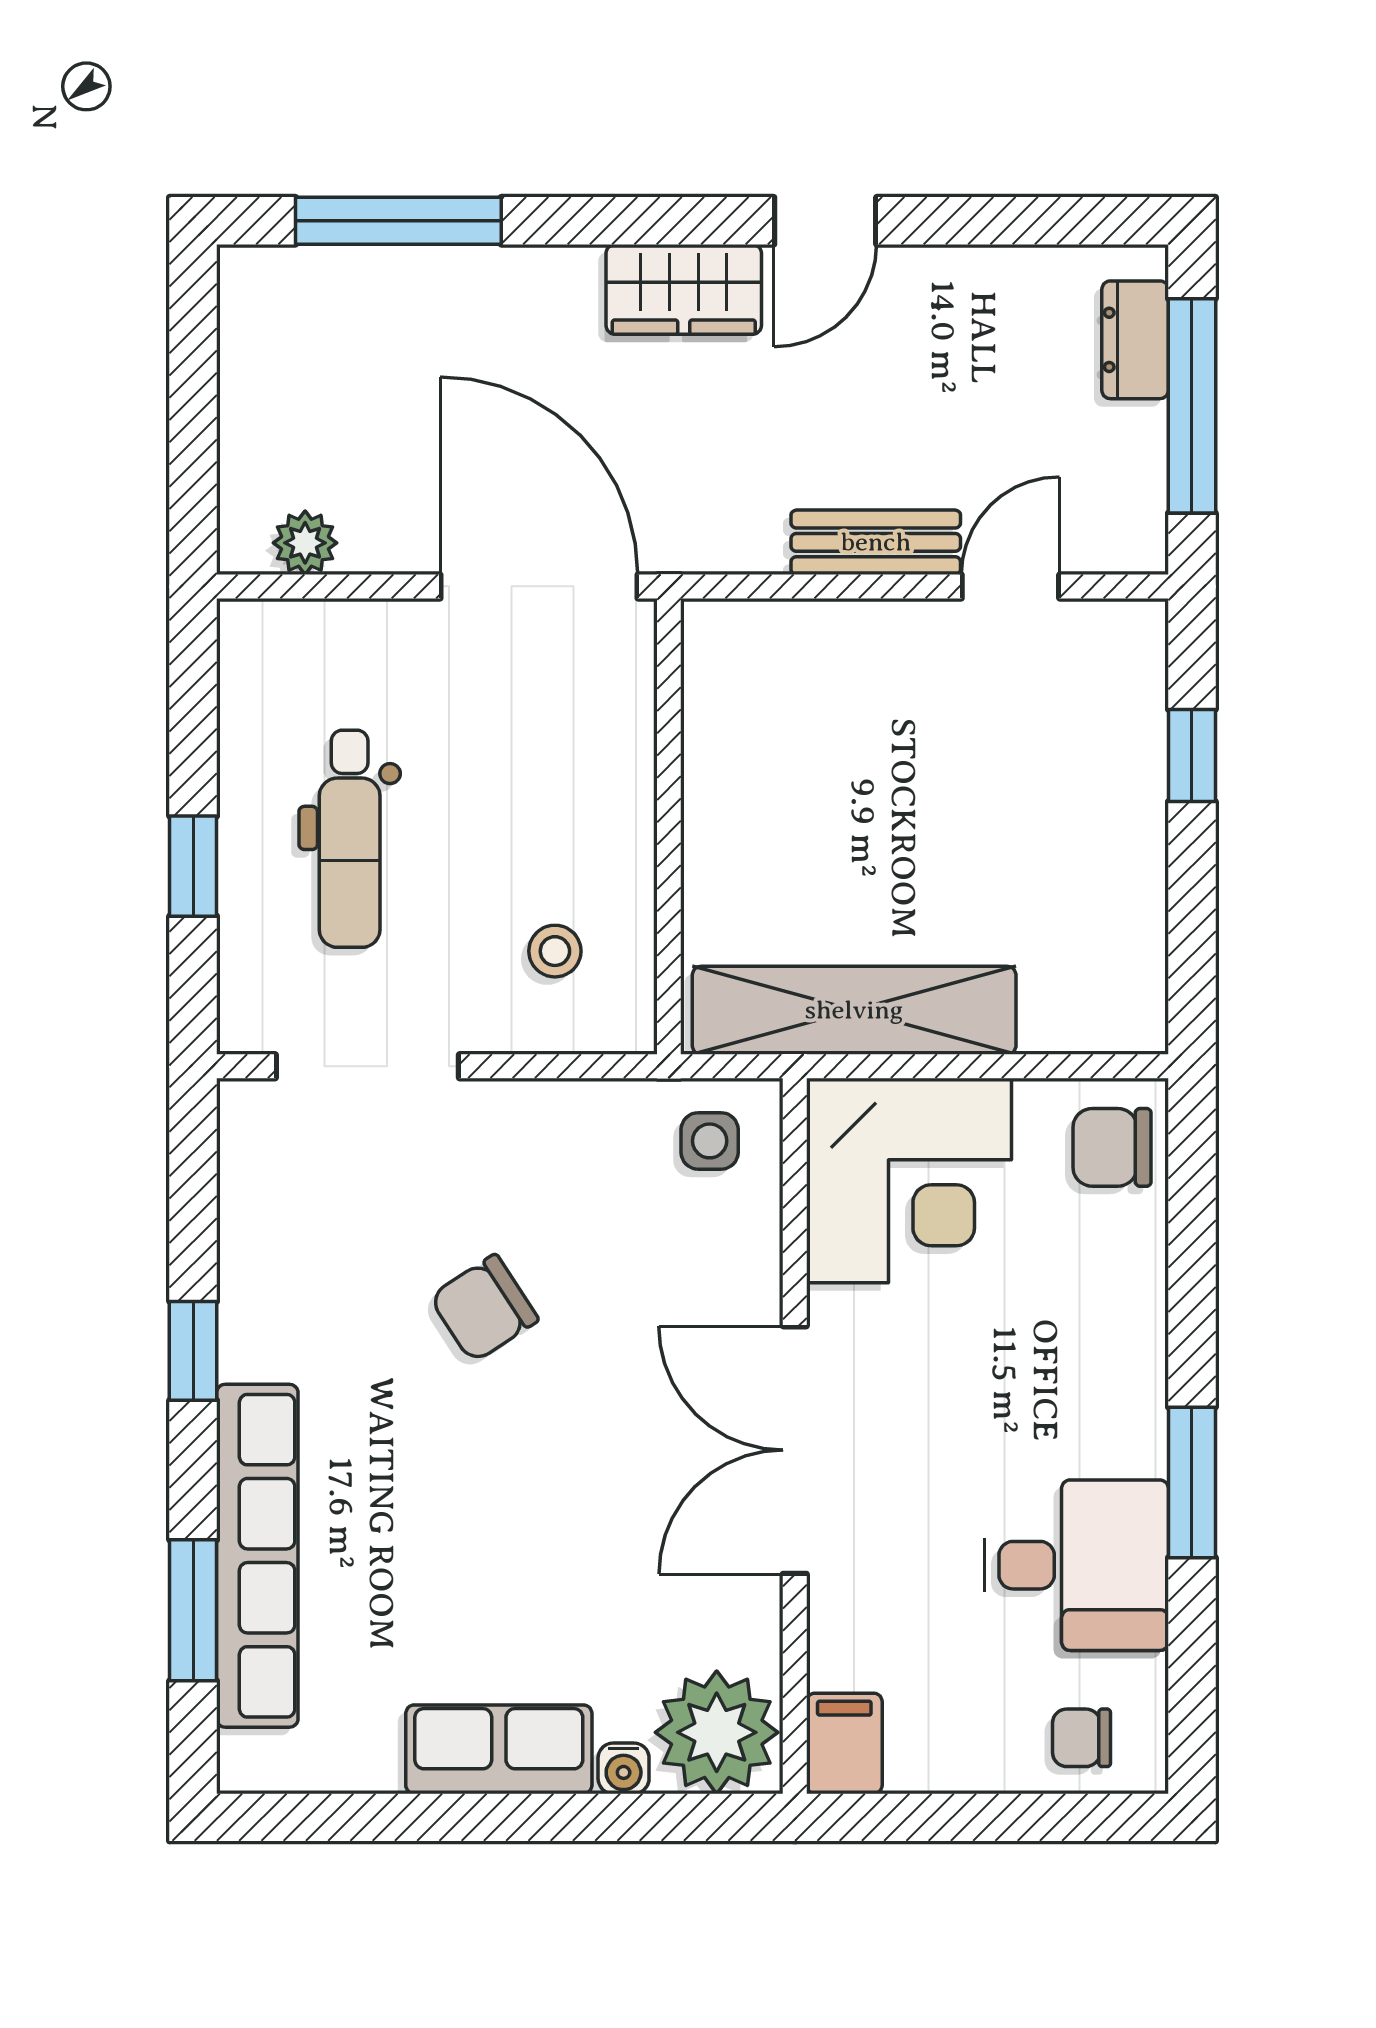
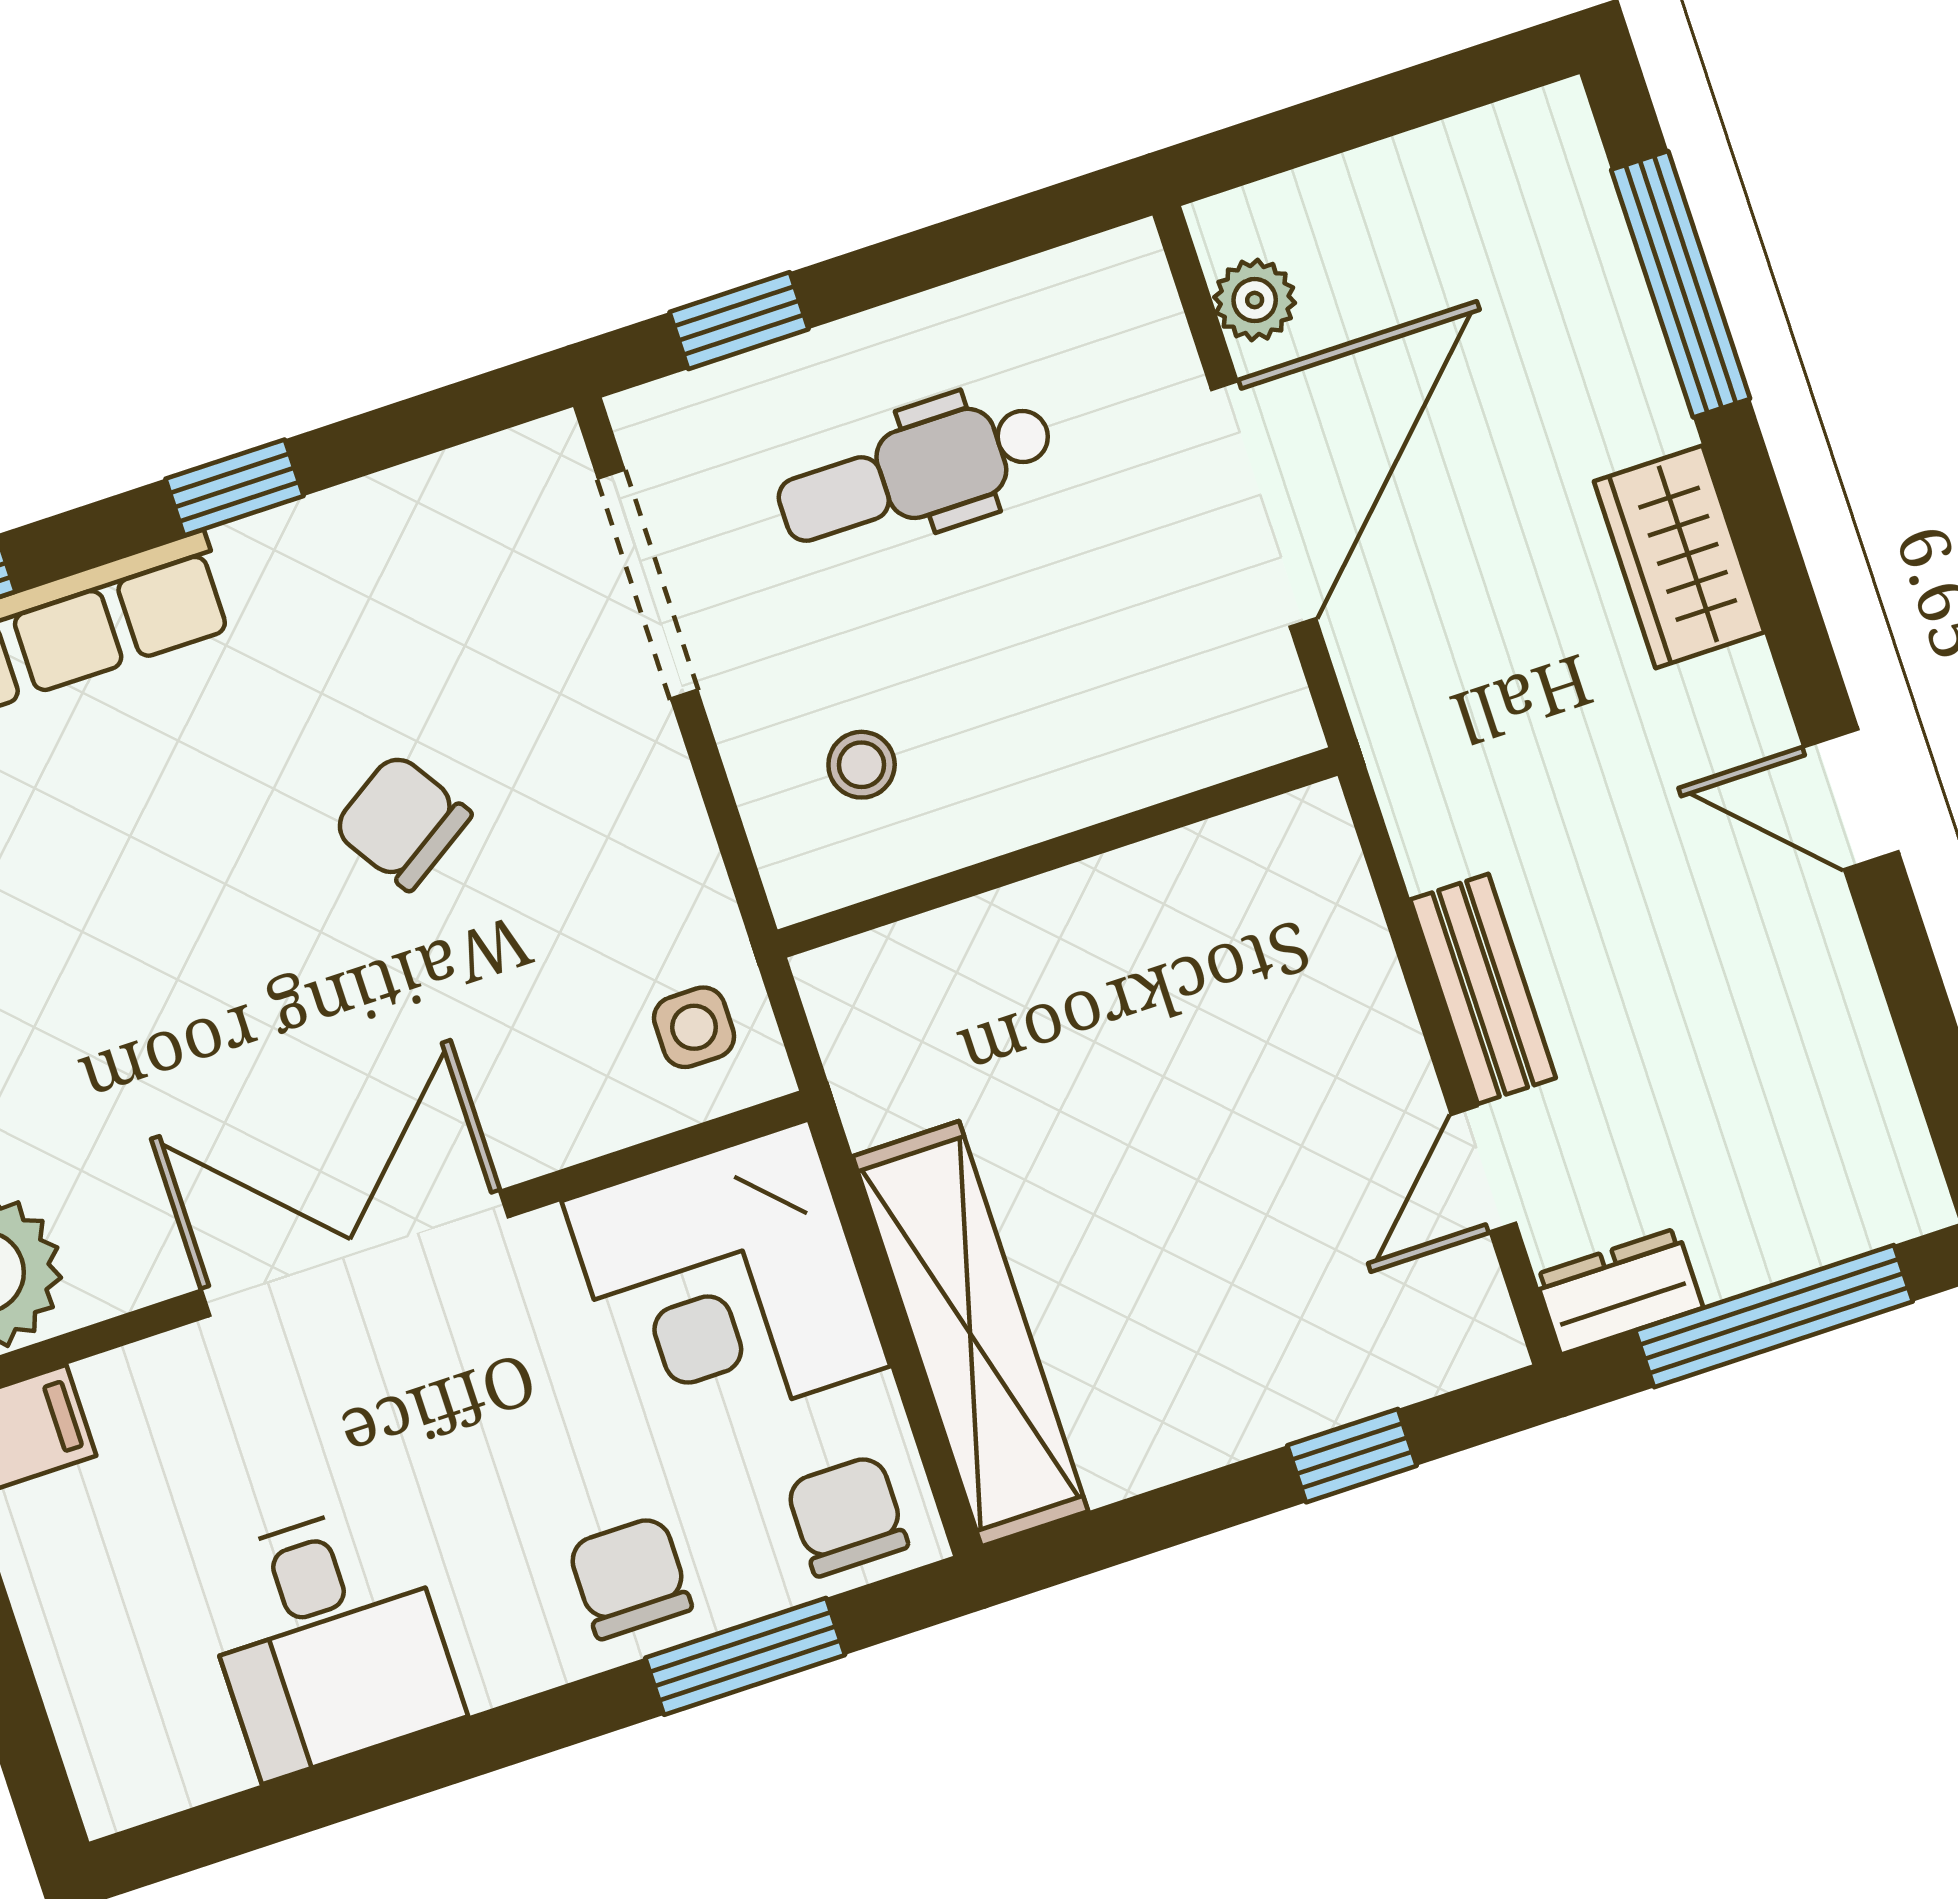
wardrobe: (684, 289) -> (1679, 557), moved
dresser: (1135, 340) -> (1619, 1291), moved
door: (539, 586) -> (1264, 504), moved
door: (1010, 586) -> (1484, 1169), swing flipped
window: (193, 866) -> (739, 321), moved
shelving: (854, 1010) -> (970, 1334), moved
window: (1192, 1482) -> (745, 1656), moved
chair: (1082, 1738) -> (630, 1577), moved, width x1.37, depth x1.37

